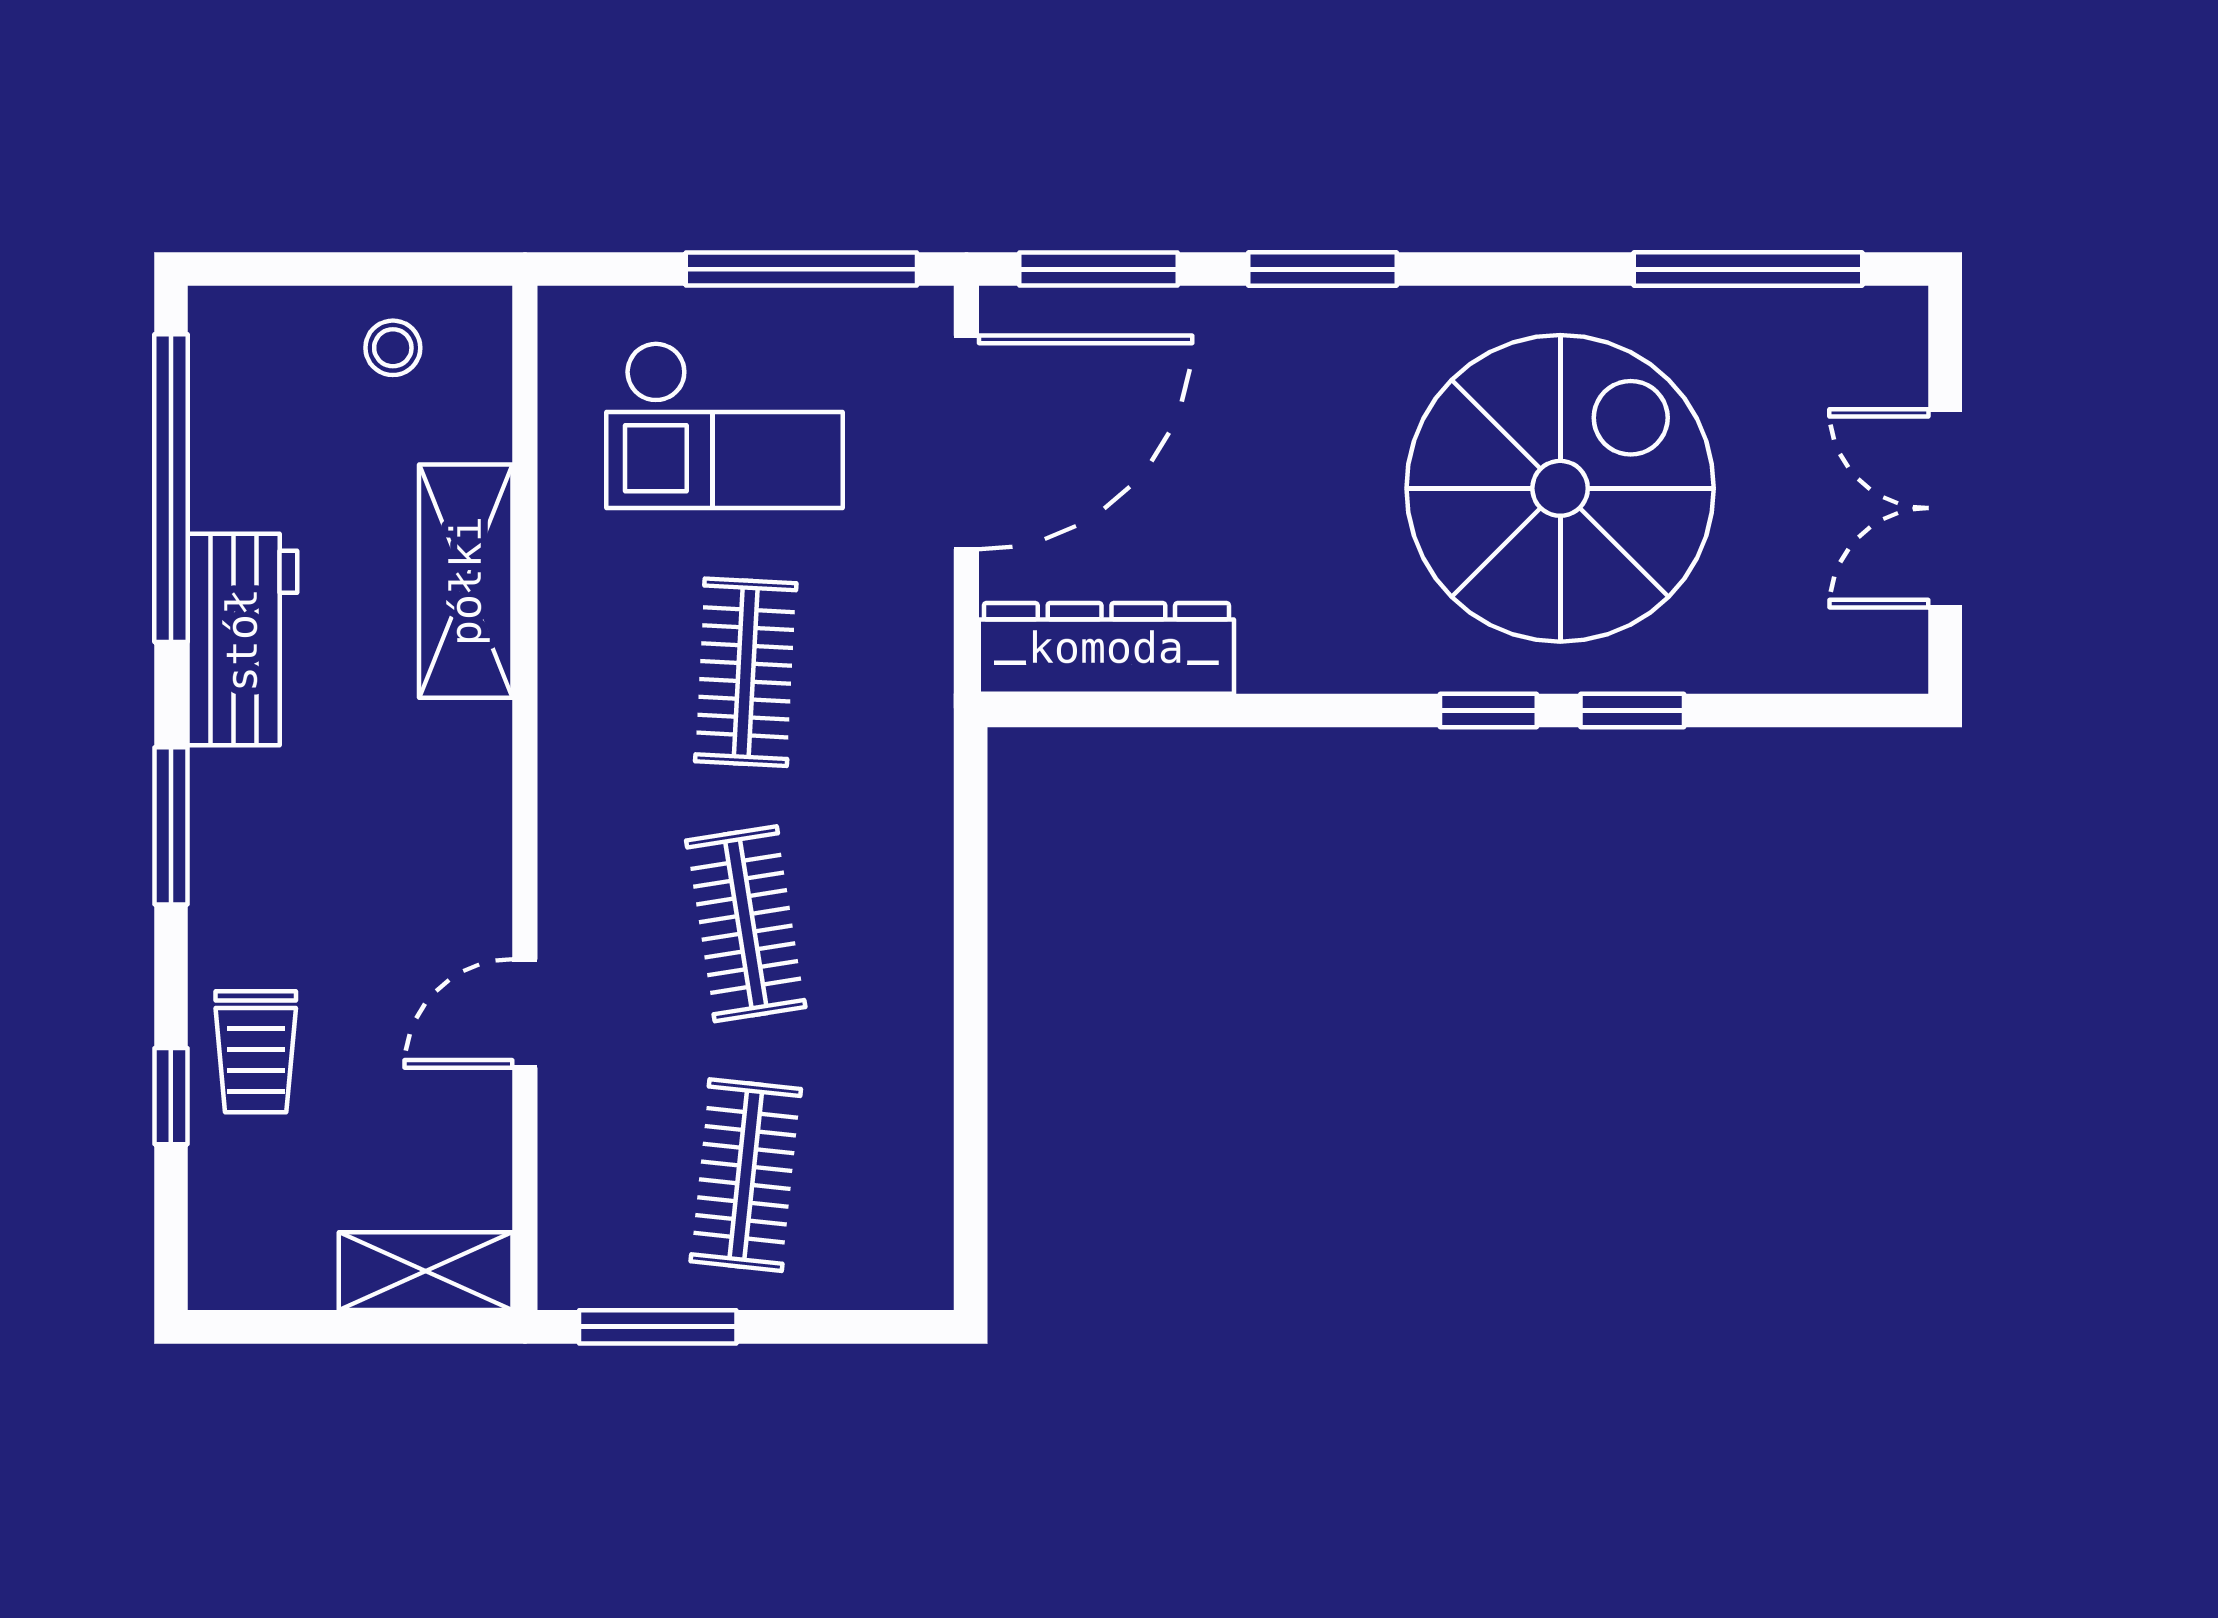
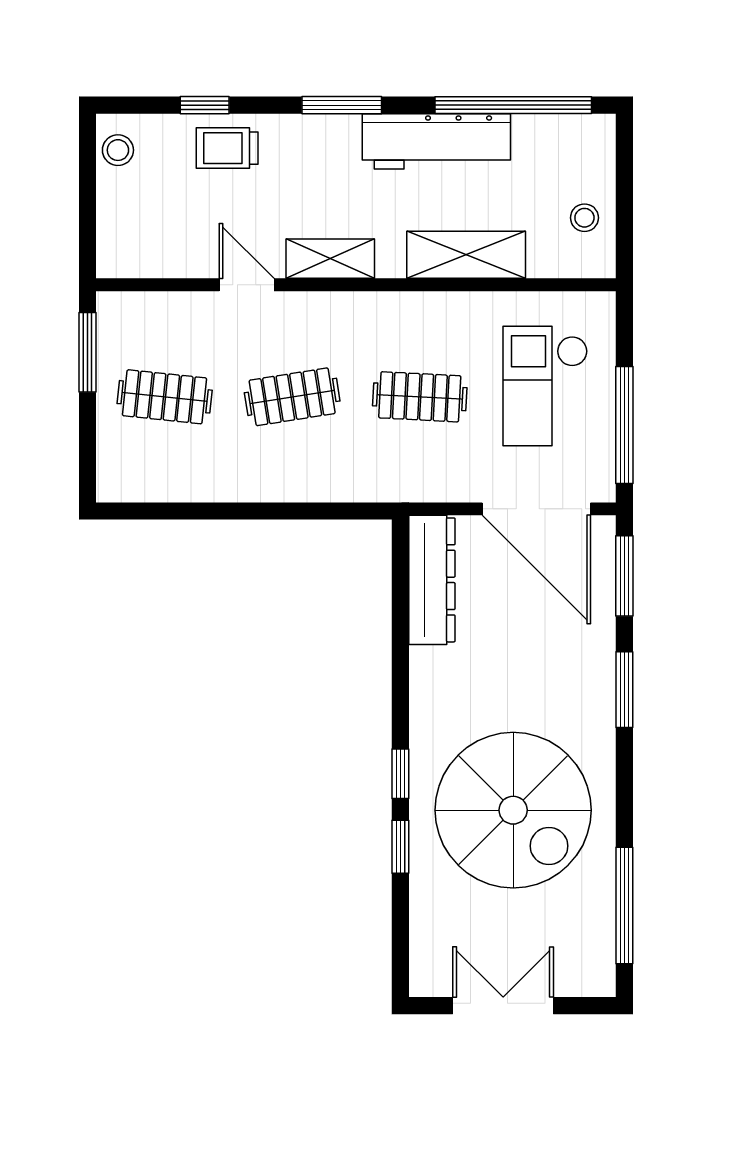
workbench: (242, 640) -> (436, 141), width x1.38
stool: (260, 1267) -> (118, 150), added
shelving: (426, 1271) -> (330, 259), moved, turned 90

